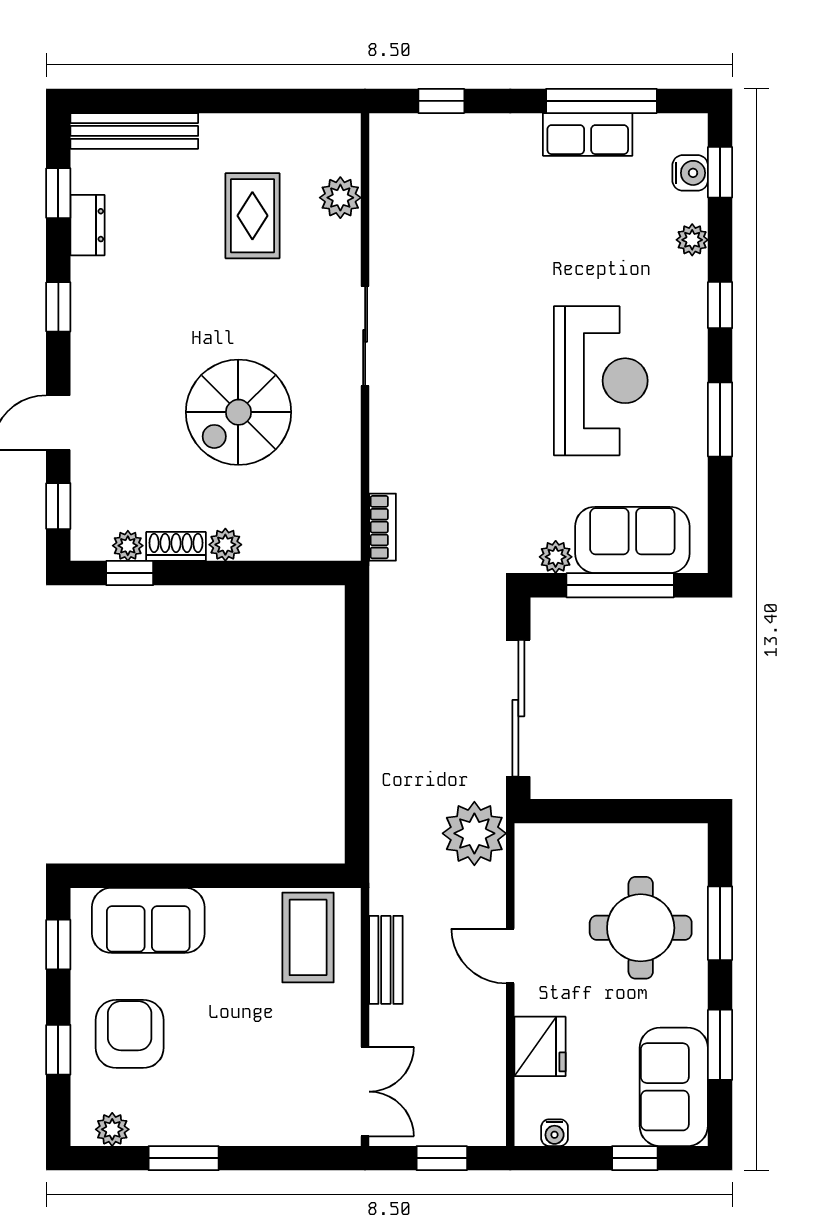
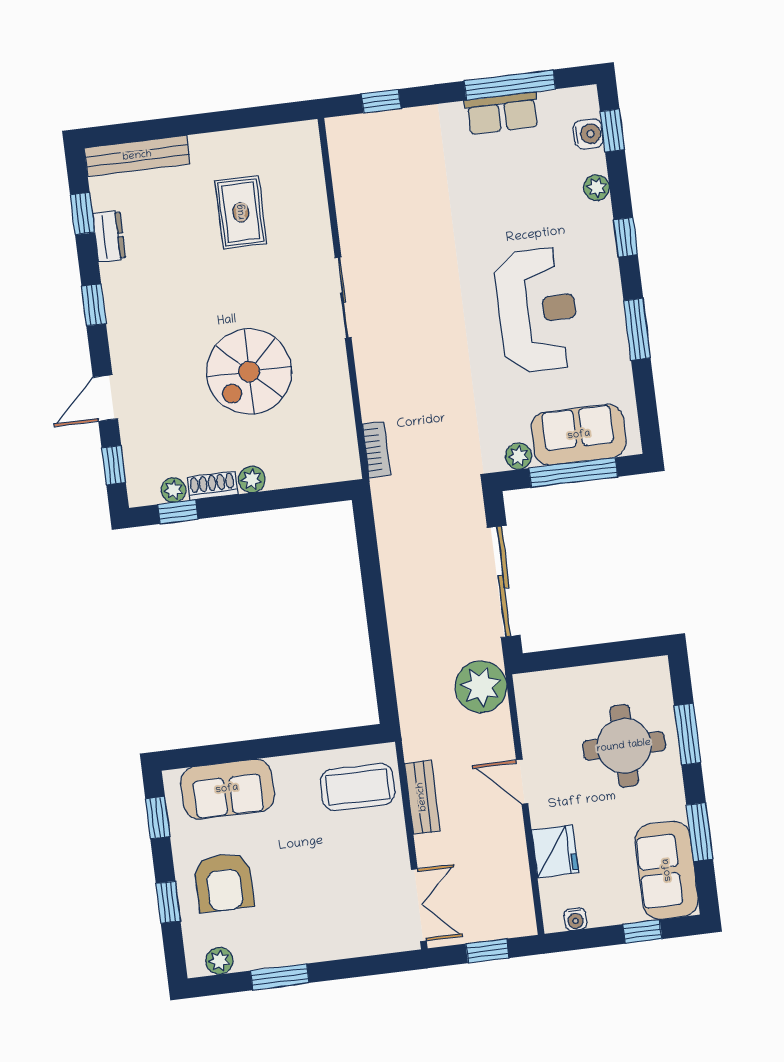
plant: (340, 198) -> (309, 189), removed
coffee table: (308, 937) -> (358, 787), turned 90
armchair: (130, 1034) -> (224, 882), turned 180

